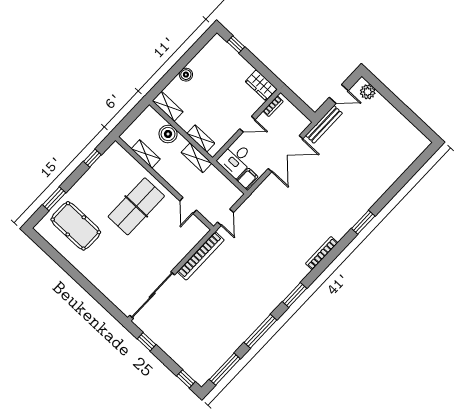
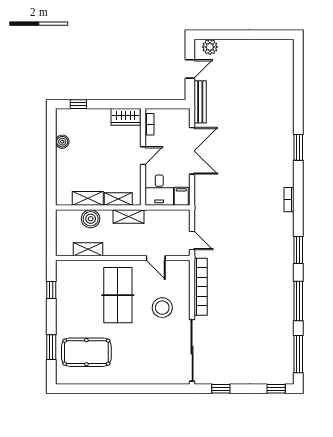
boiler: (186, 75) -> (62, 142), moved
shelving: (168, 106) -> (88, 198), moved
stool: (159, 245) -> (162, 308), added
bookcase: (322, 253) -> (289, 200), width x0.64

